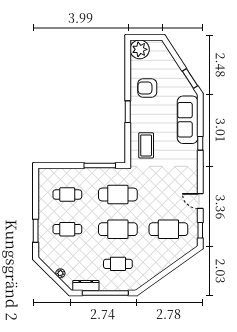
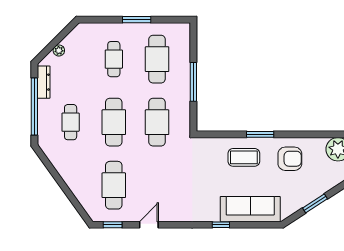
window: (190, 78) -> (315, 203), moved
armchair: (147, 88) -> (290, 159), turned 90
coffee table: (146, 145) -> (244, 157), moved
window: (100, 165) -> (193, 82), moved
cafe table: (67, 194) -> (157, 59), width x1.37, depth x1.35
window: (36, 231) -> (137, 20), moved

